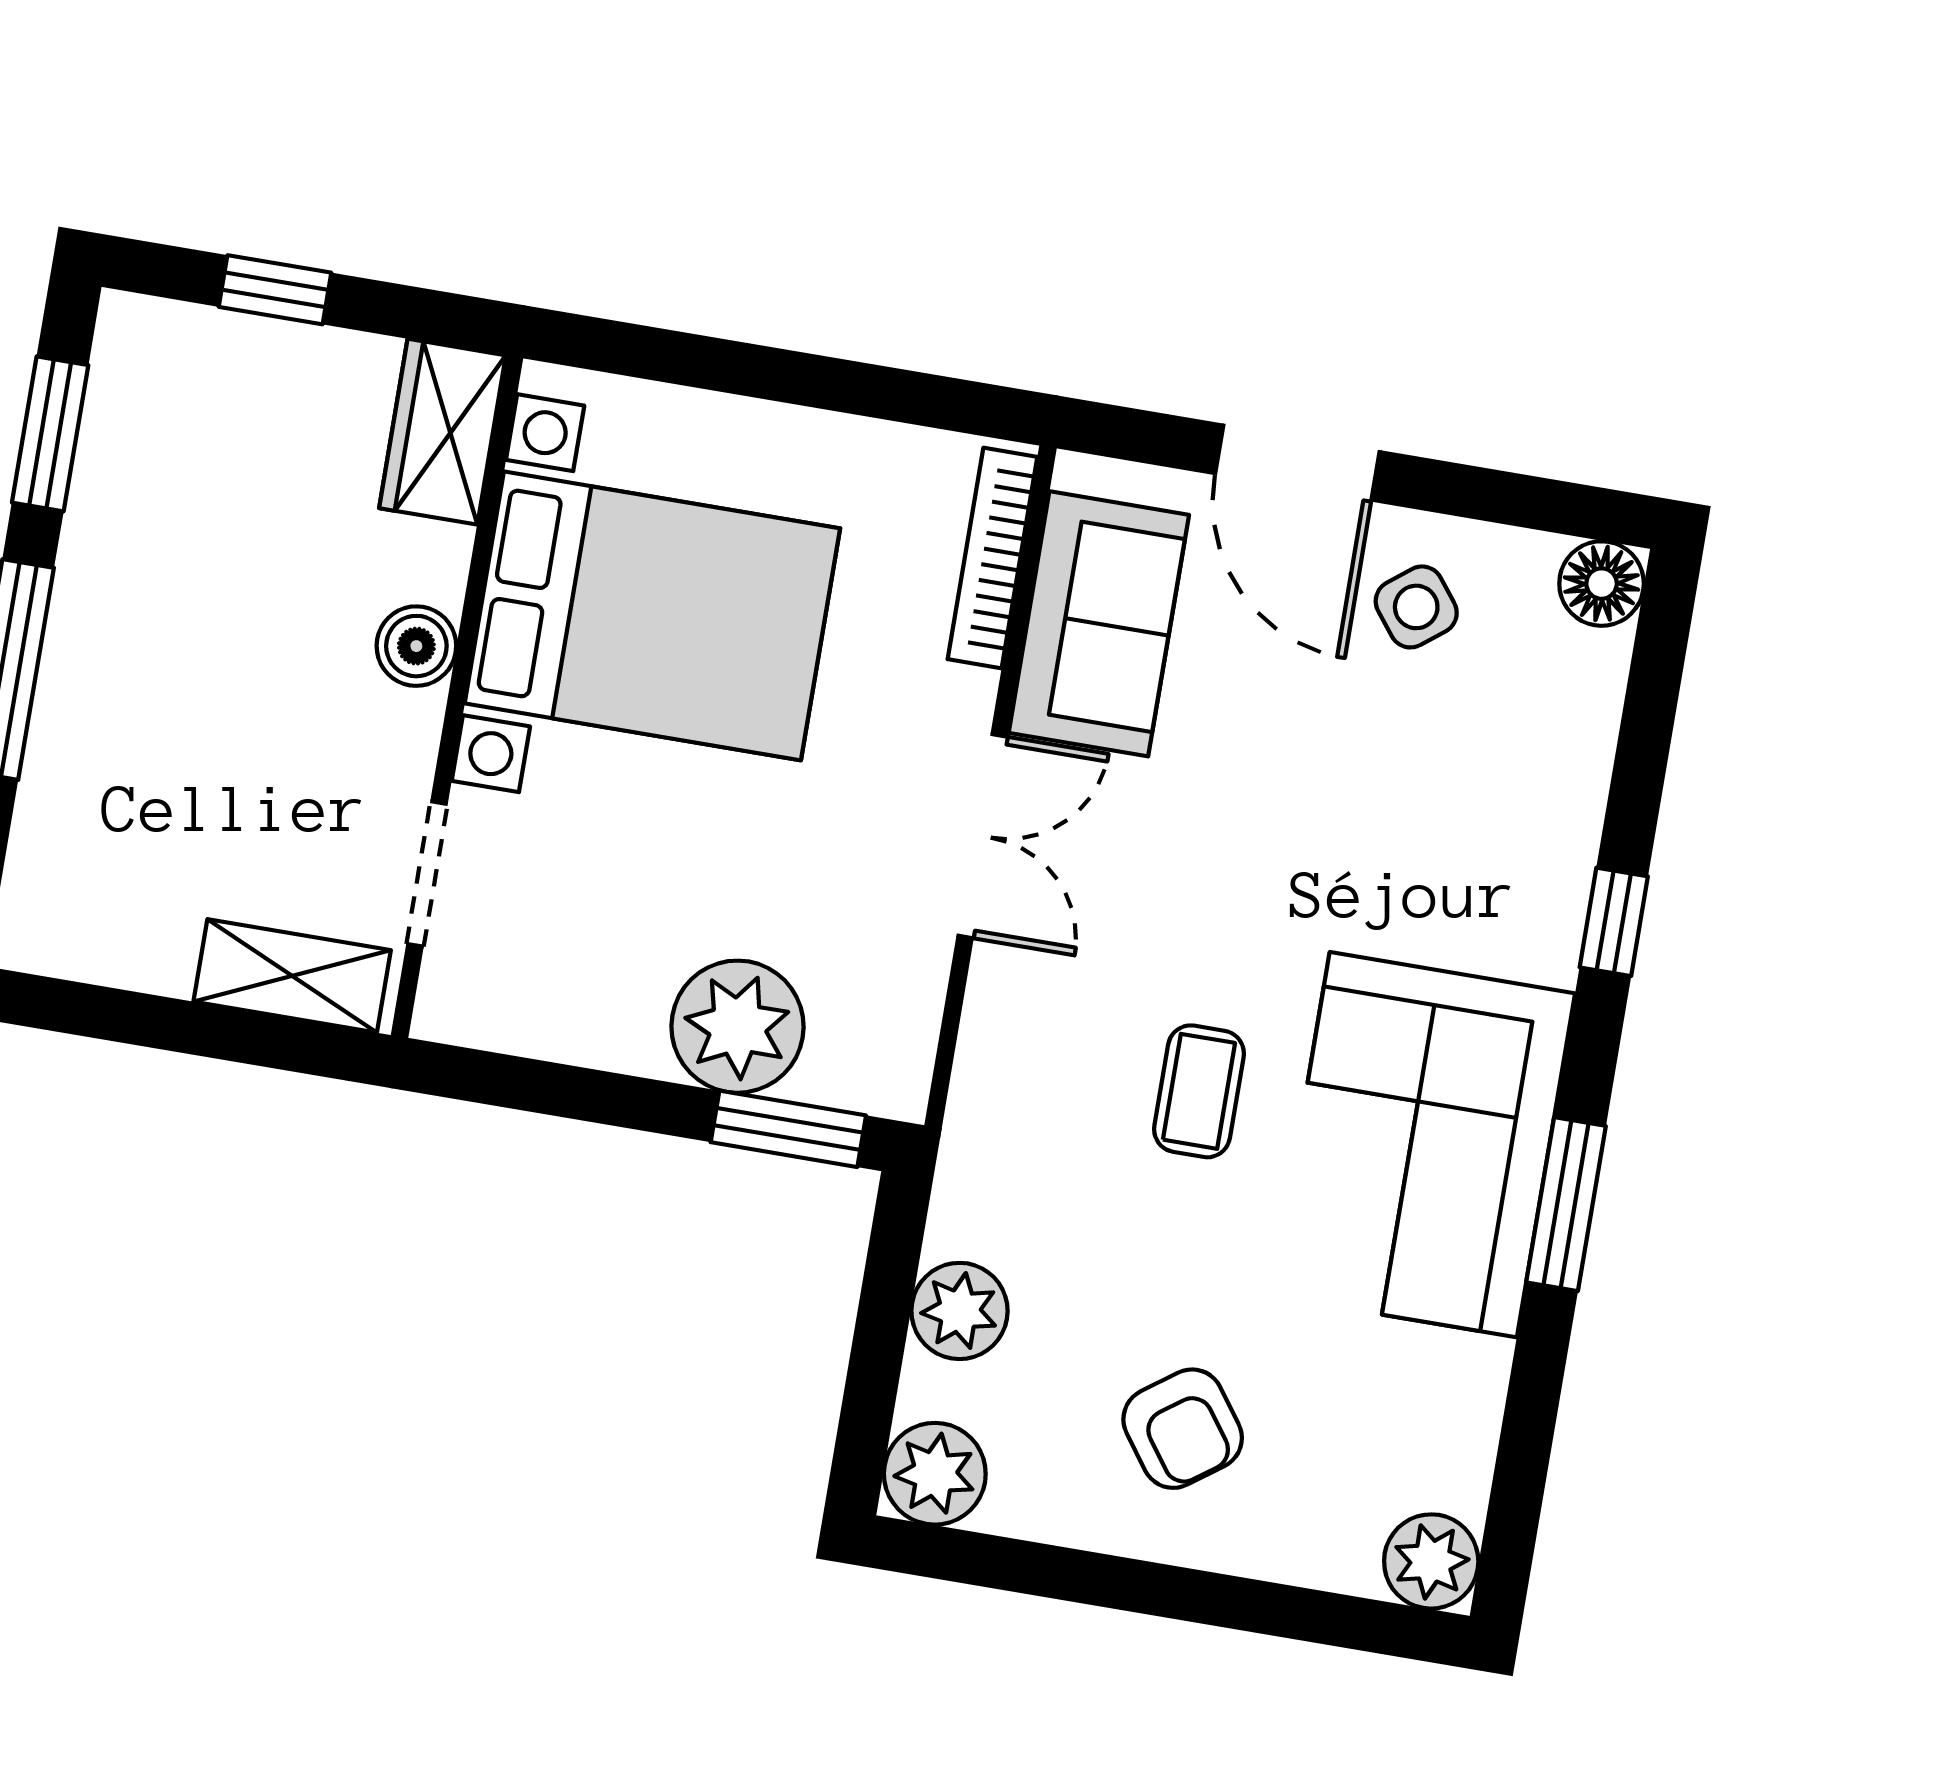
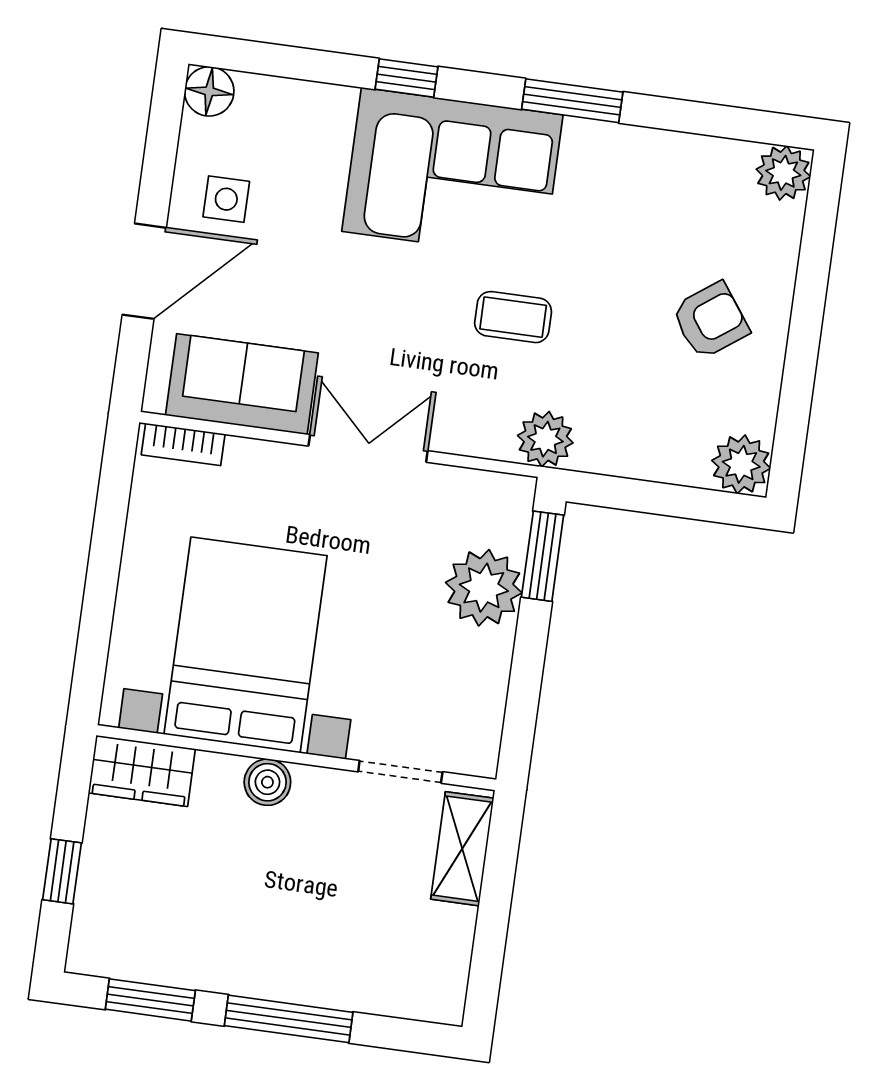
bookcase: (993, 558) -> (183, 444), width x0.64
side table: (1416, 607) -> (226, 199), turned 38
corner sofa: (1423, 1145) -> (452, 173), moved
plant: (960, 1311) -> (545, 439), moved

